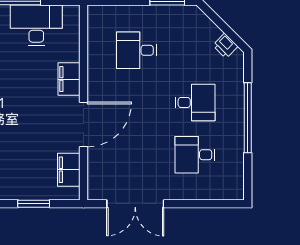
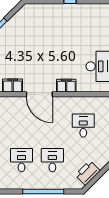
printer: (225, 46) -> (88, 173), width x1.87, depth x1.48
desk: (195, 102) -> (52, 160), turned 180

